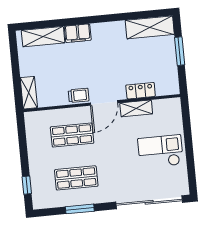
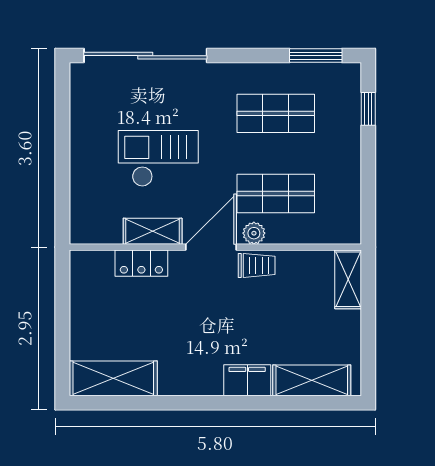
window: (180, 51) -> (62, 329), removed
trolley: (79, 95) -> (257, 265), turned 180
plant: (82, 113) -> (254, 233), added
checkout: (160, 151) -> (158, 159), moved, turned 180
window: (80, 209) -> (316, 56), moved

